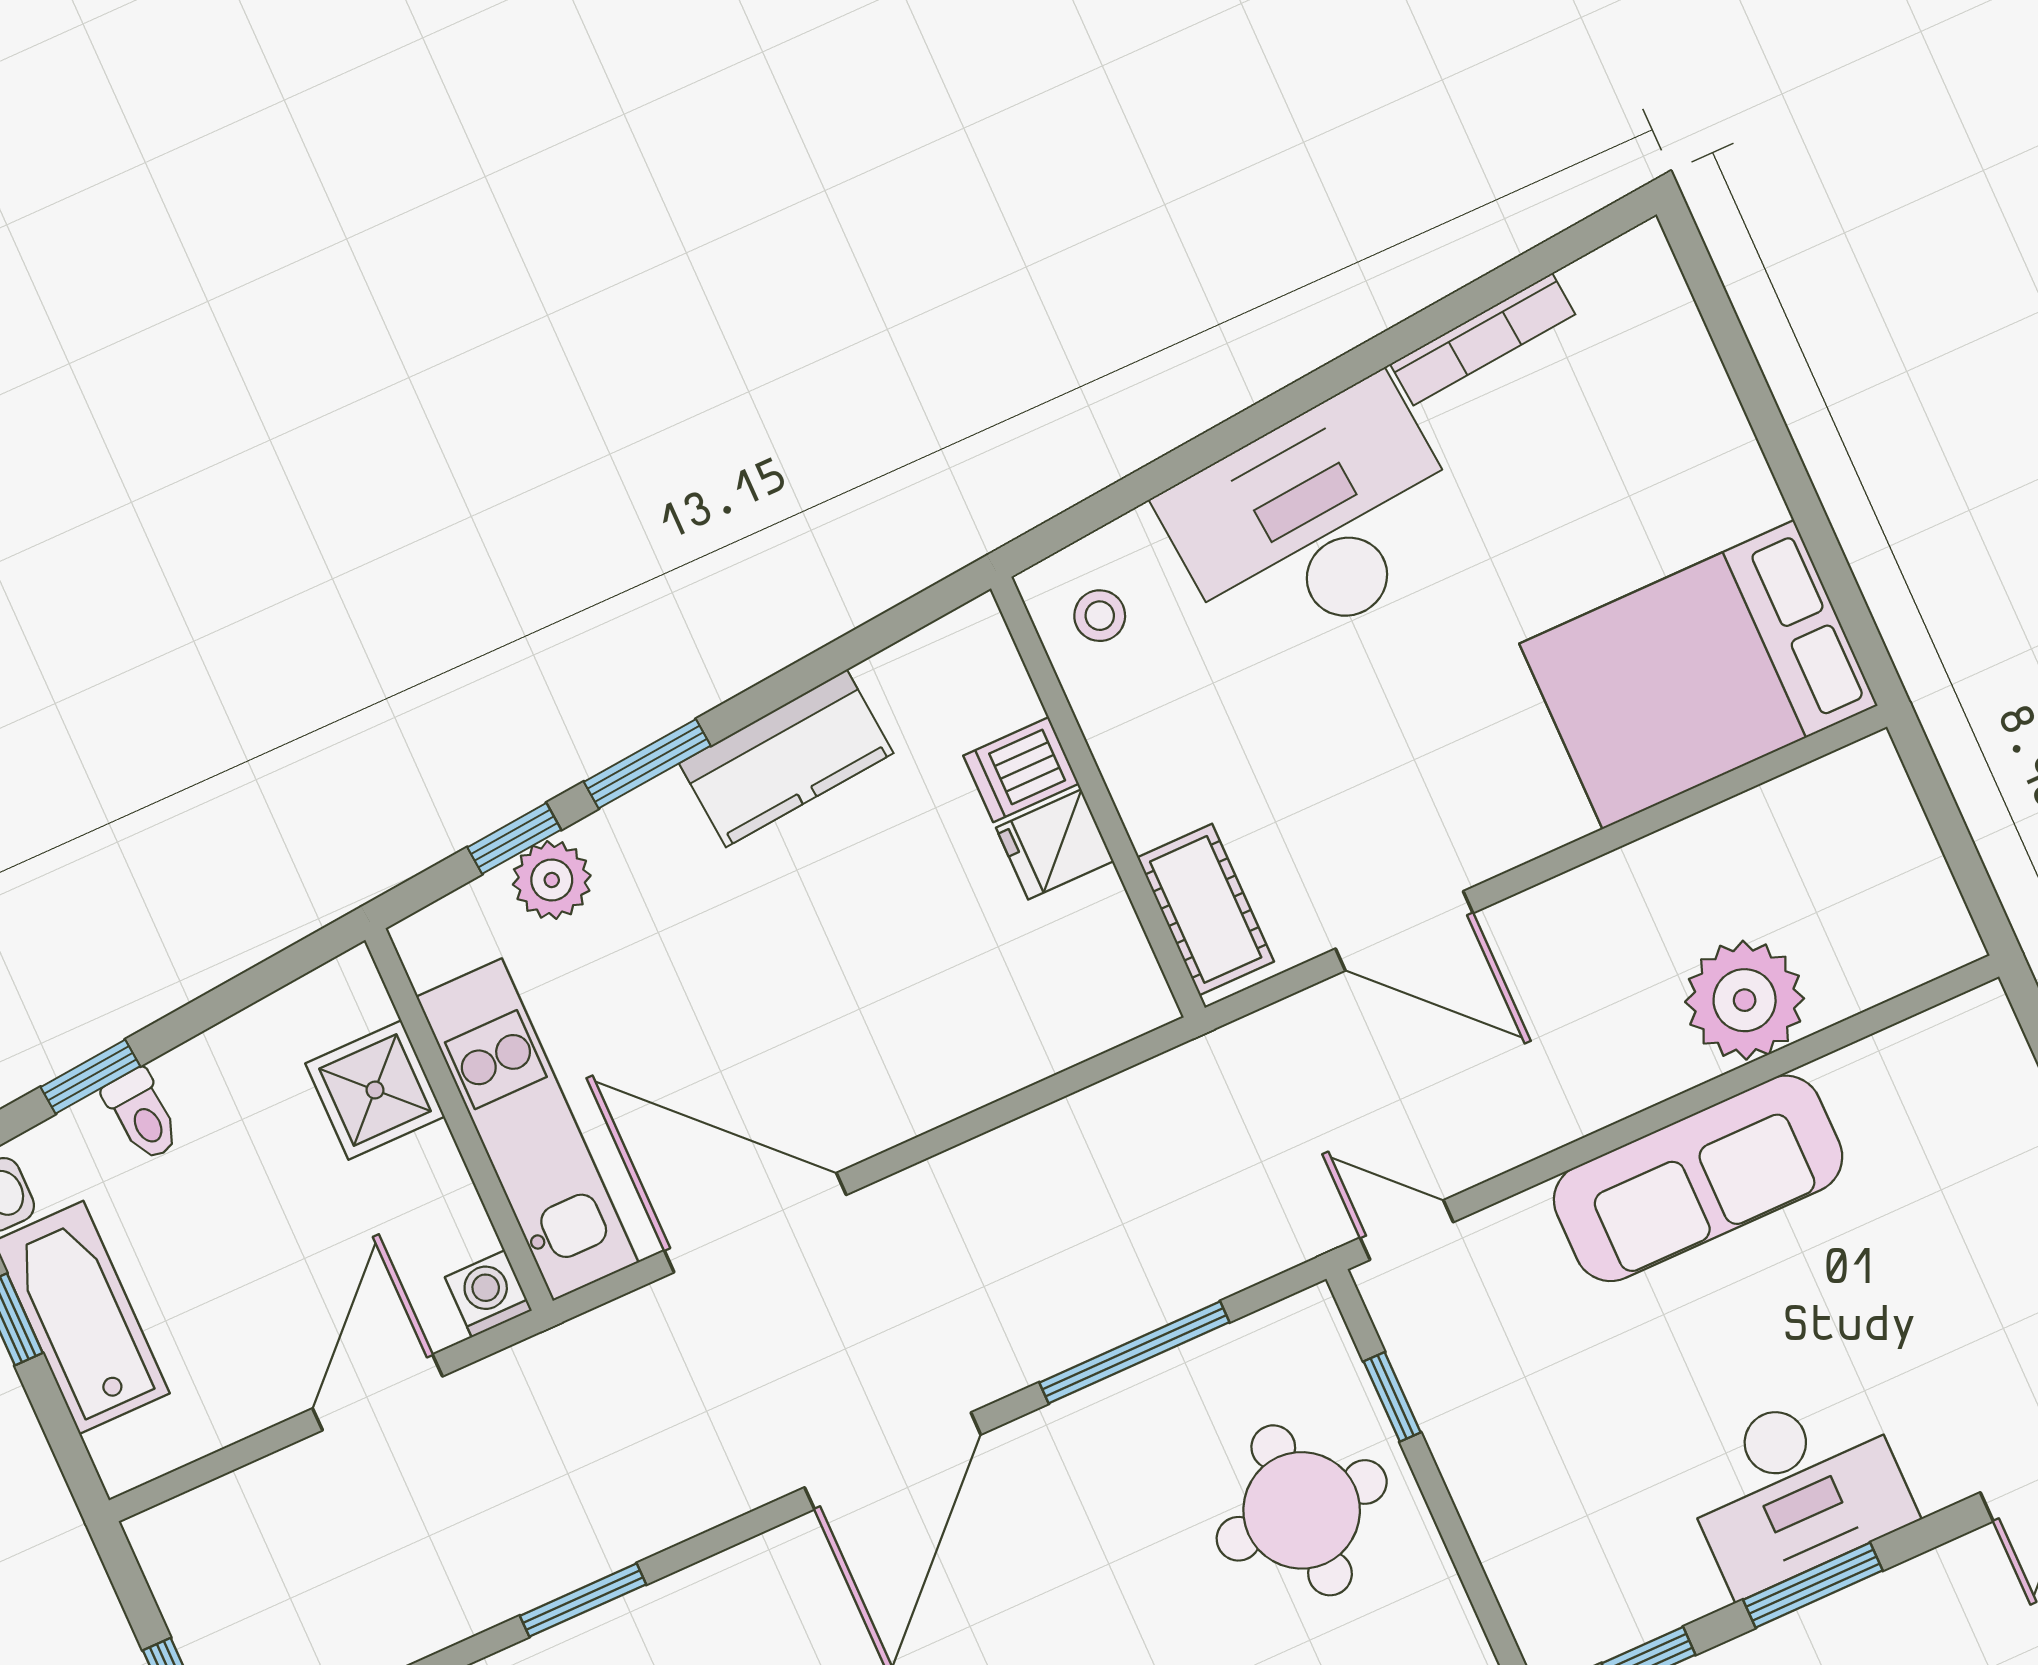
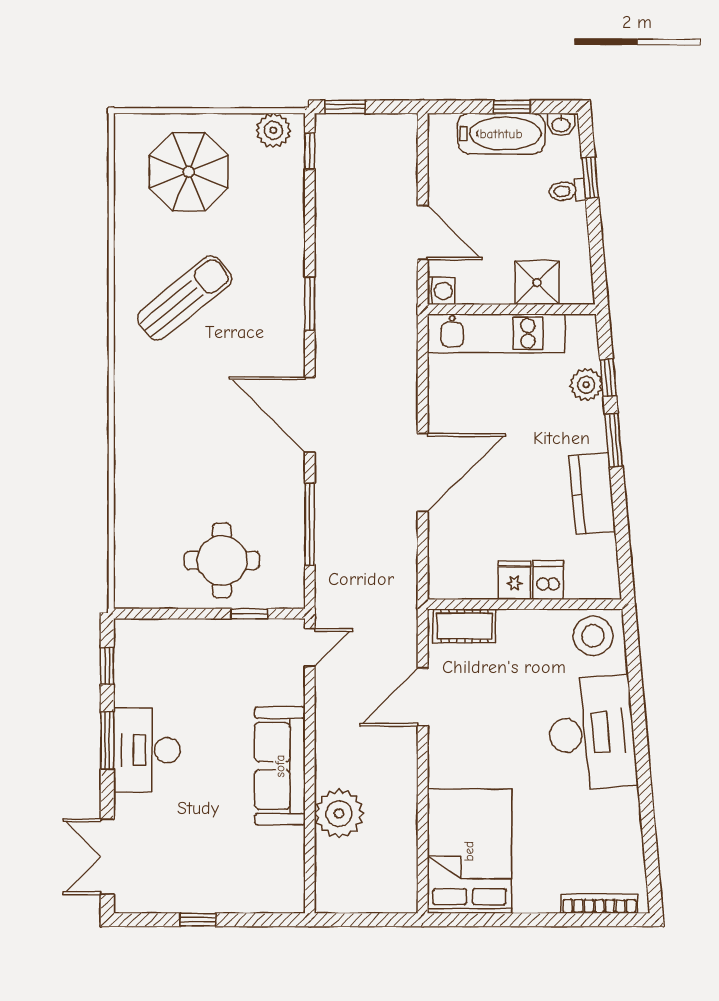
bookcase: (1483, 339) -> (599, 904), moved, turned 95
stool: (1100, 616) -> (593, 636), width x1.89, depth x1.89
door: (755, 1223) -> (423, 472), moved
window: (583, 1600) -> (310, 304), moved

